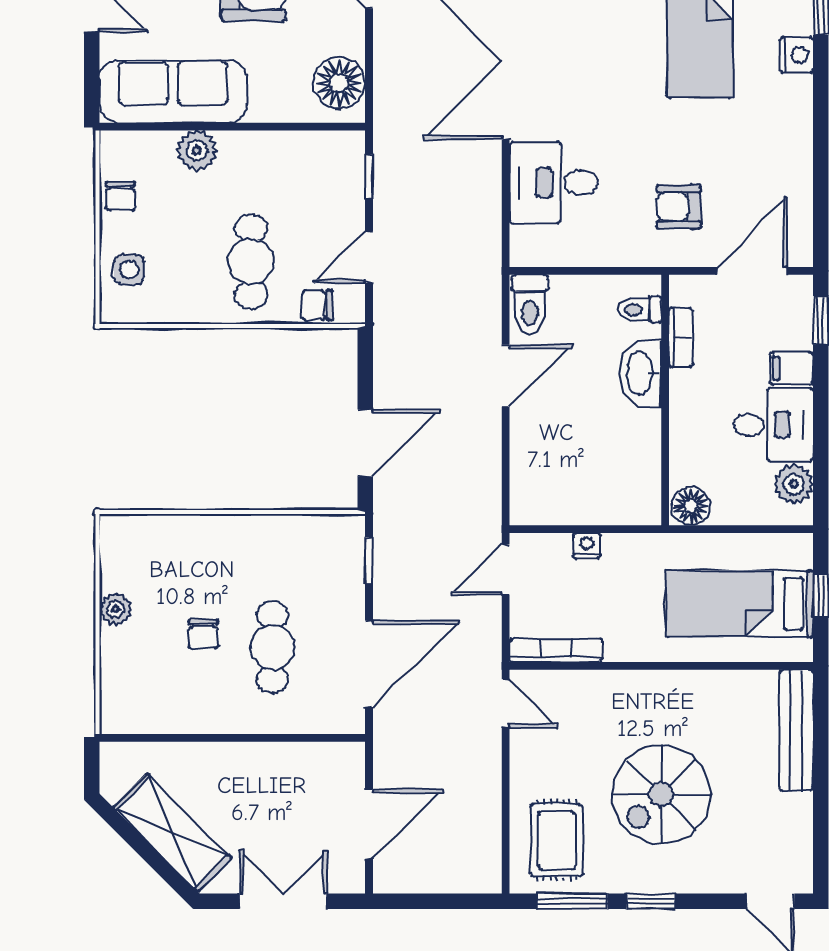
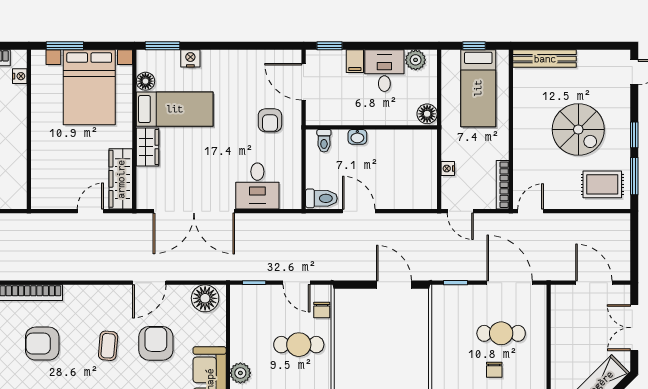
bookcase: (681, 337) -> (339, 119), removed
washbasin: (641, 373) -> (357, 137), width x0.52, depth x0.69
chair: (203, 634) -> (494, 370), turned 90

